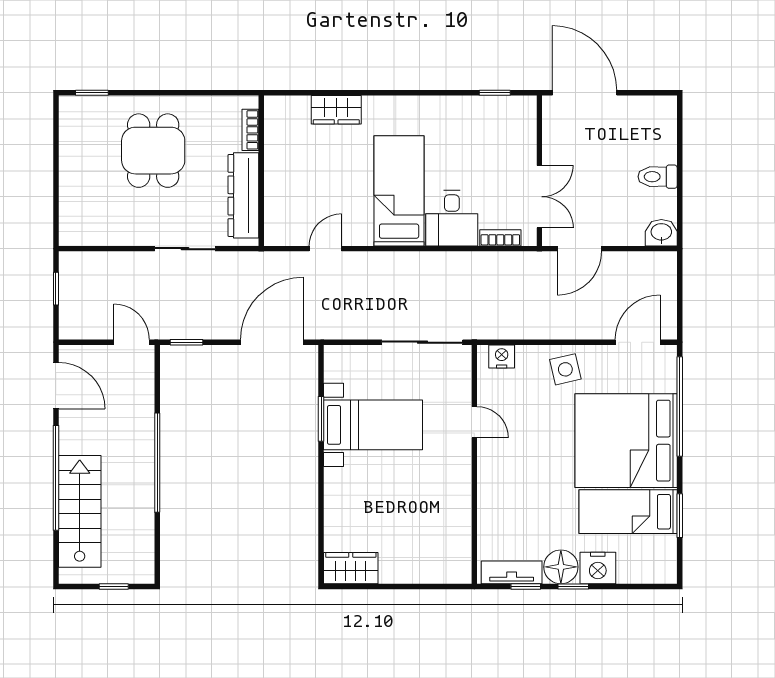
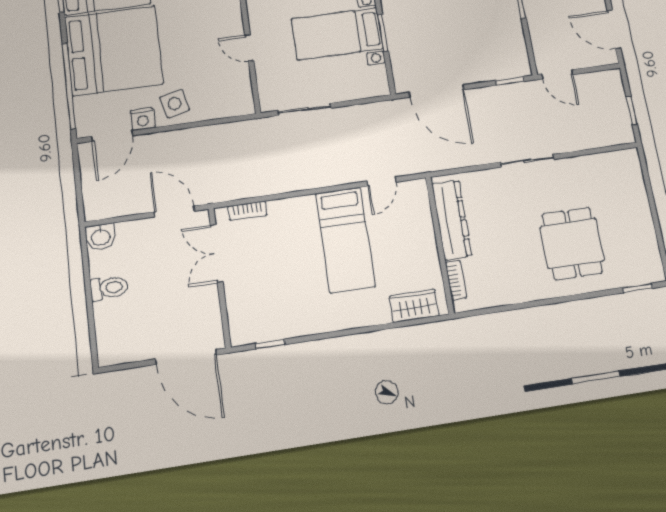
bookcase: (250, 130) -> (456, 280), moved
wall: (261, 171) -> (440, 245), moved
dresser: (243, 195) -> (452, 220), moved
desk: (452, 218) -> (294, 222), removed
door: (325, 249) -> (382, 182), moved
door: (579, 249) -> (174, 211), hinge flipped
door: (272, 342) -> (436, 91), hinge flipped
sliding door: (422, 342) -> (305, 109), width x0.73
nightstand: (502, 356) -> (143, 119), moved

